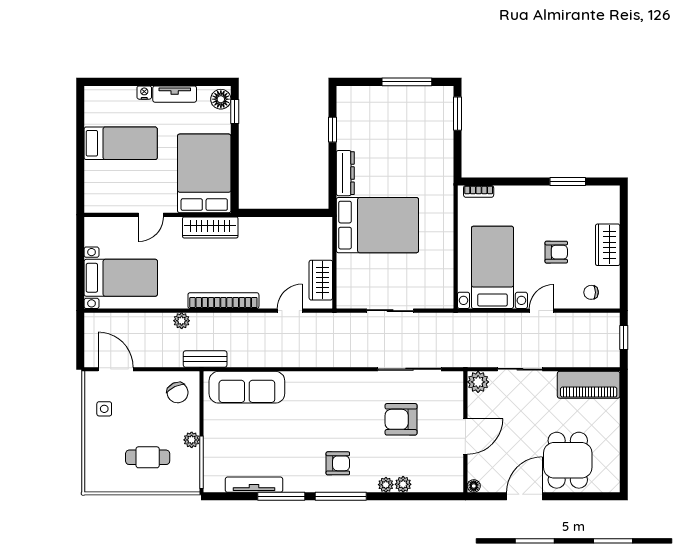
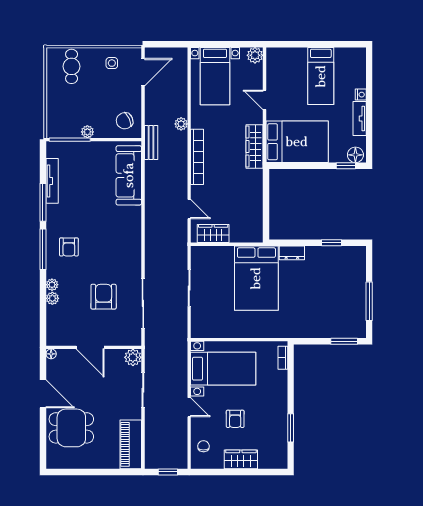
dresser: (345, 173) -> (292, 253), width x0.70
plant: (94, 227) -> (255, 55), added
cafe table: (148, 457) -> (72, 66), moved

